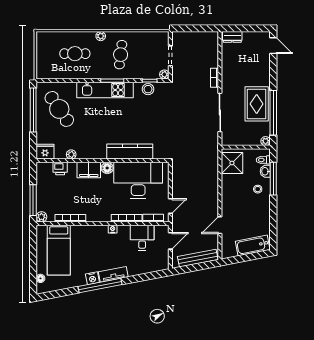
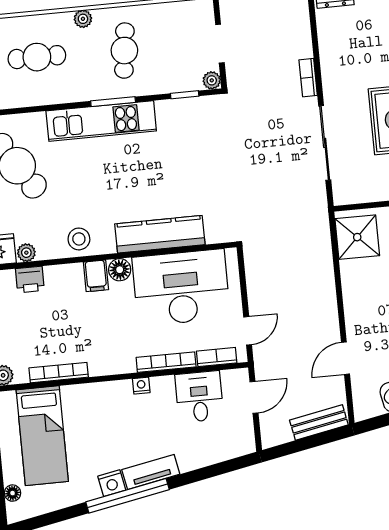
stool: (148, 89) -> (79, 239), moved
plant: (71, 154) -> (26, 253), moved
filing cabinet: (89, 170) -> (96, 276), width x0.50
bench: (198, 258) -> (319, 422), width x0.73

